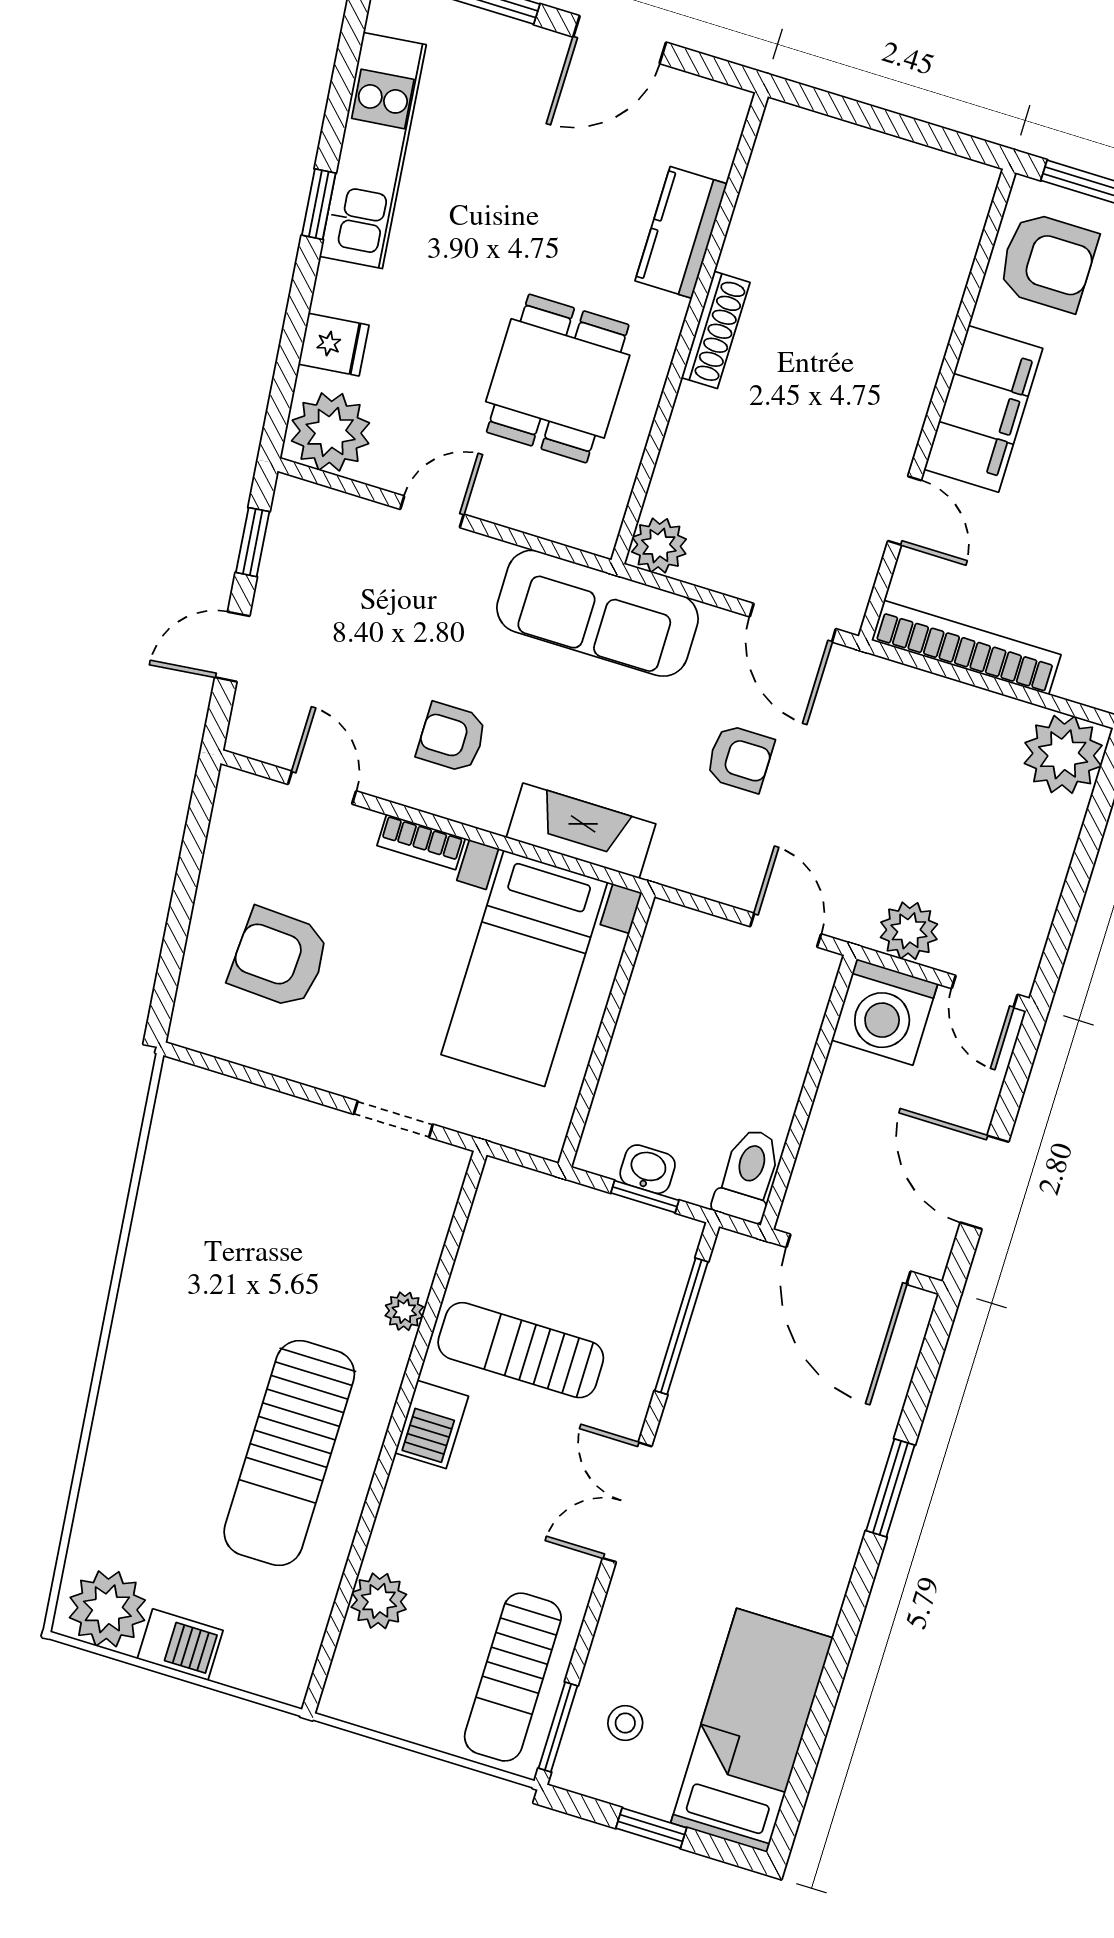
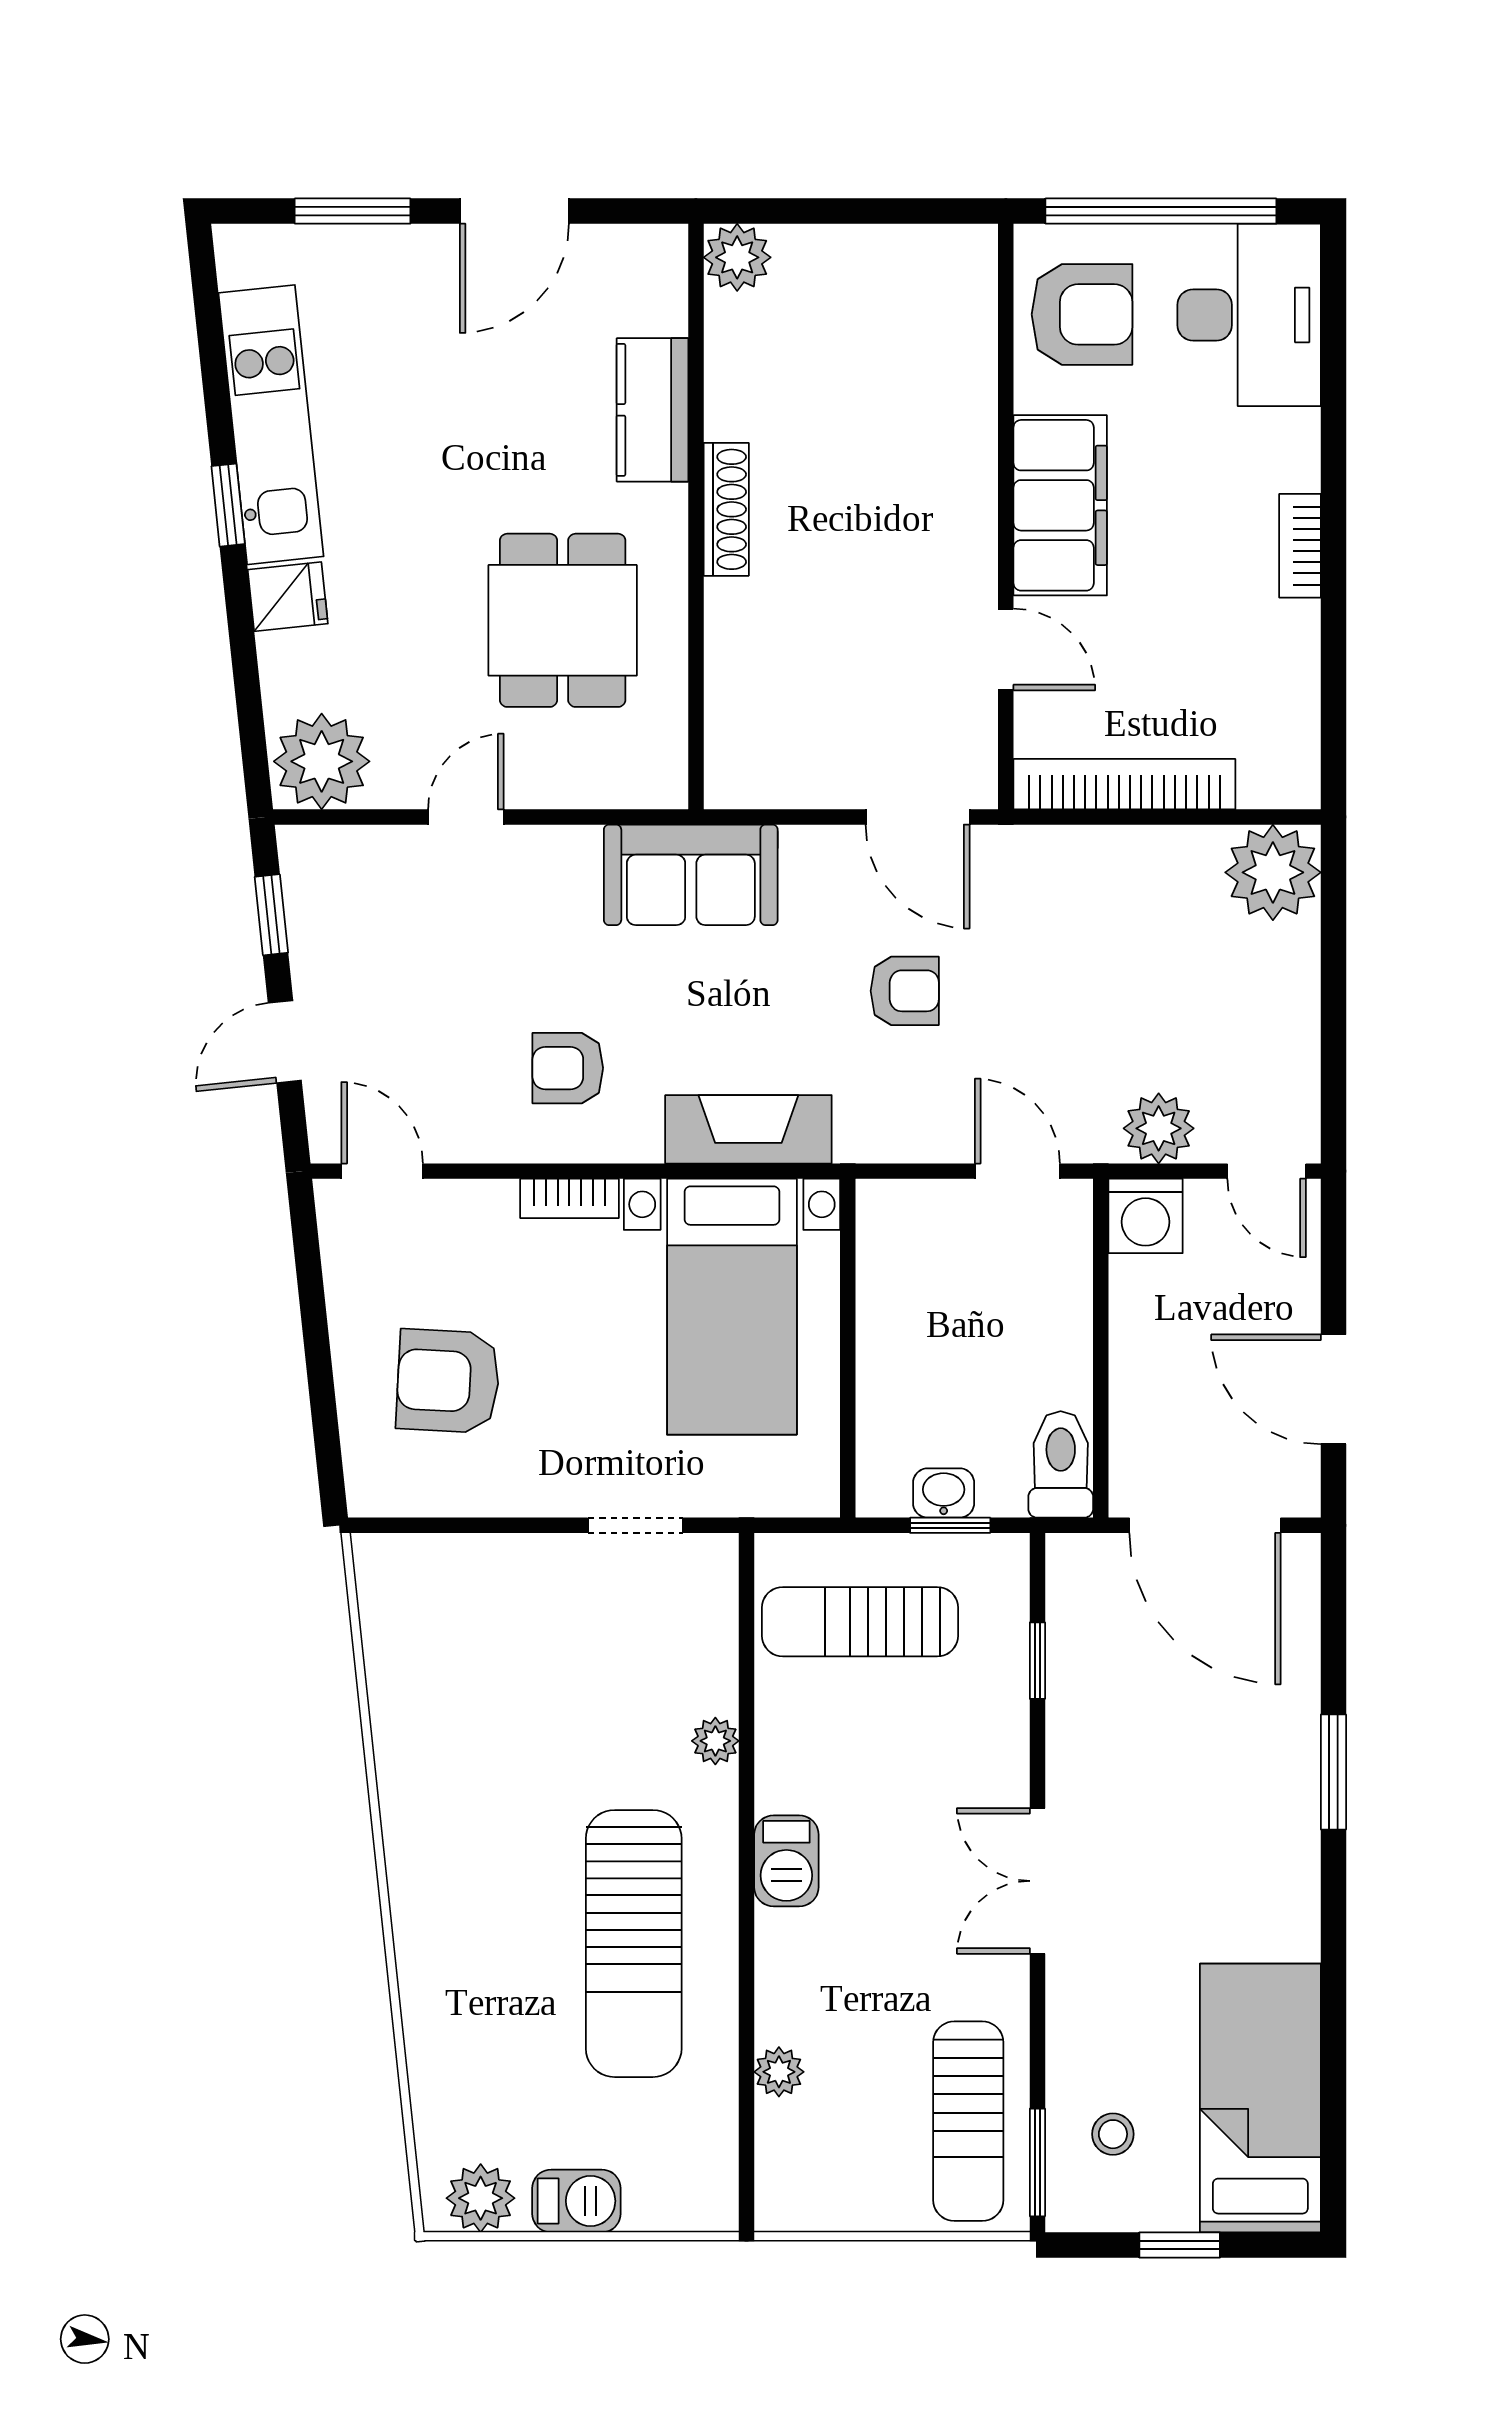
fridge: (334, 345) -> (288, 597), moved
plant: (659, 545) -> (737, 257), moved
sofa: (598, 613) -> (691, 875), width x0.73
door: (322, 788) -> (382, 1171), moved
washing machine: (885, 1012) -> (1146, 1216), width x0.73, depth x0.73
window: (681, 1326) -> (1037, 1661), width x0.46
sun lounger: (521, 1350) -> (860, 1622), moved
plant: (379, 1601) -> (779, 2072), width x0.73, depth x0.73
plant: (107, 1609) -> (481, 2198), width x0.73, depth x0.73

